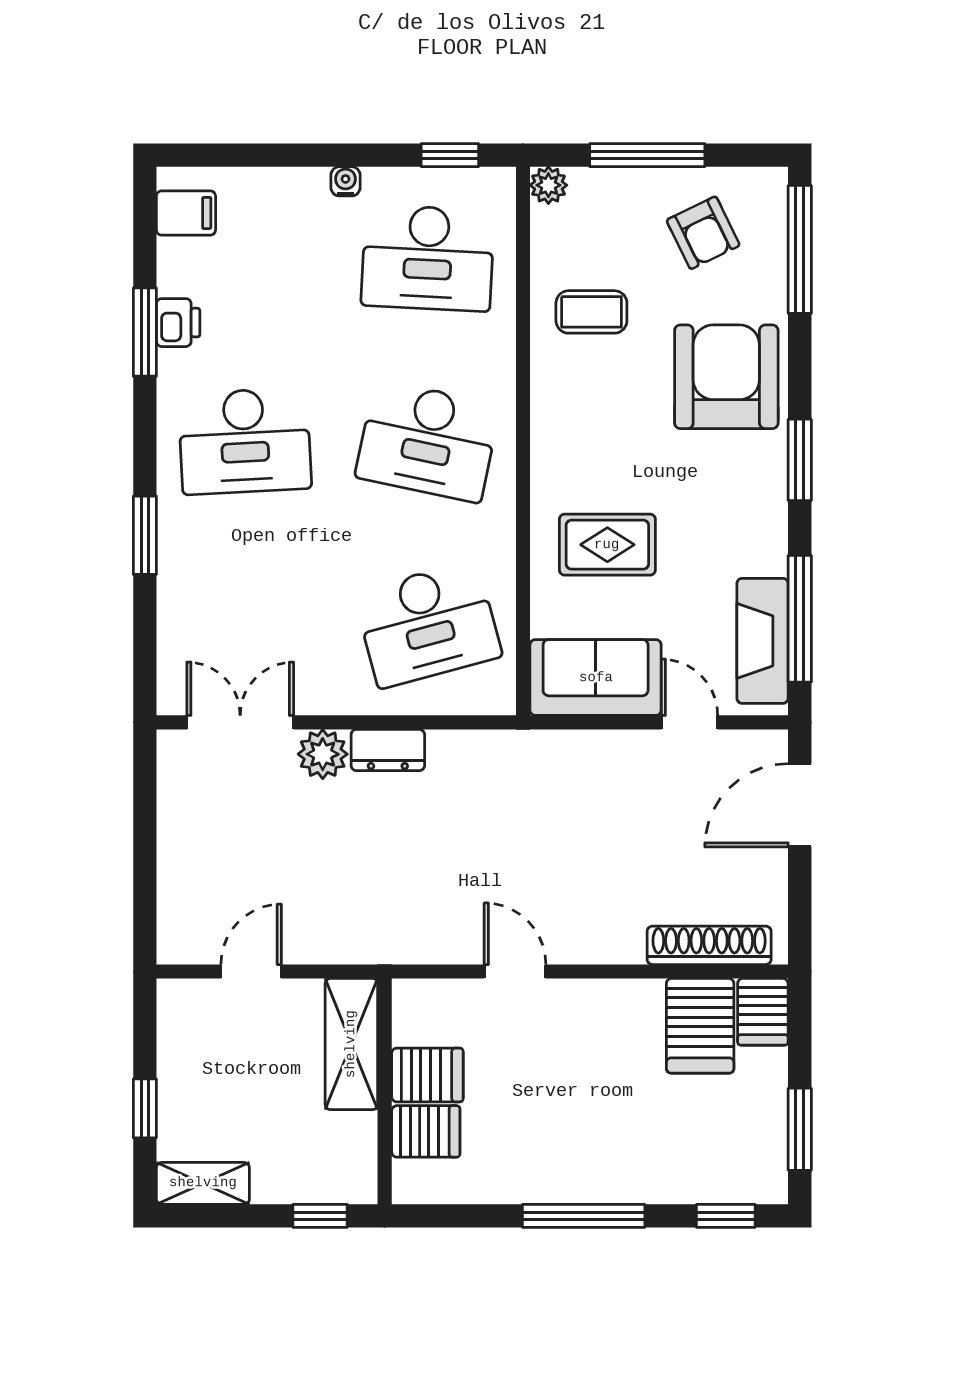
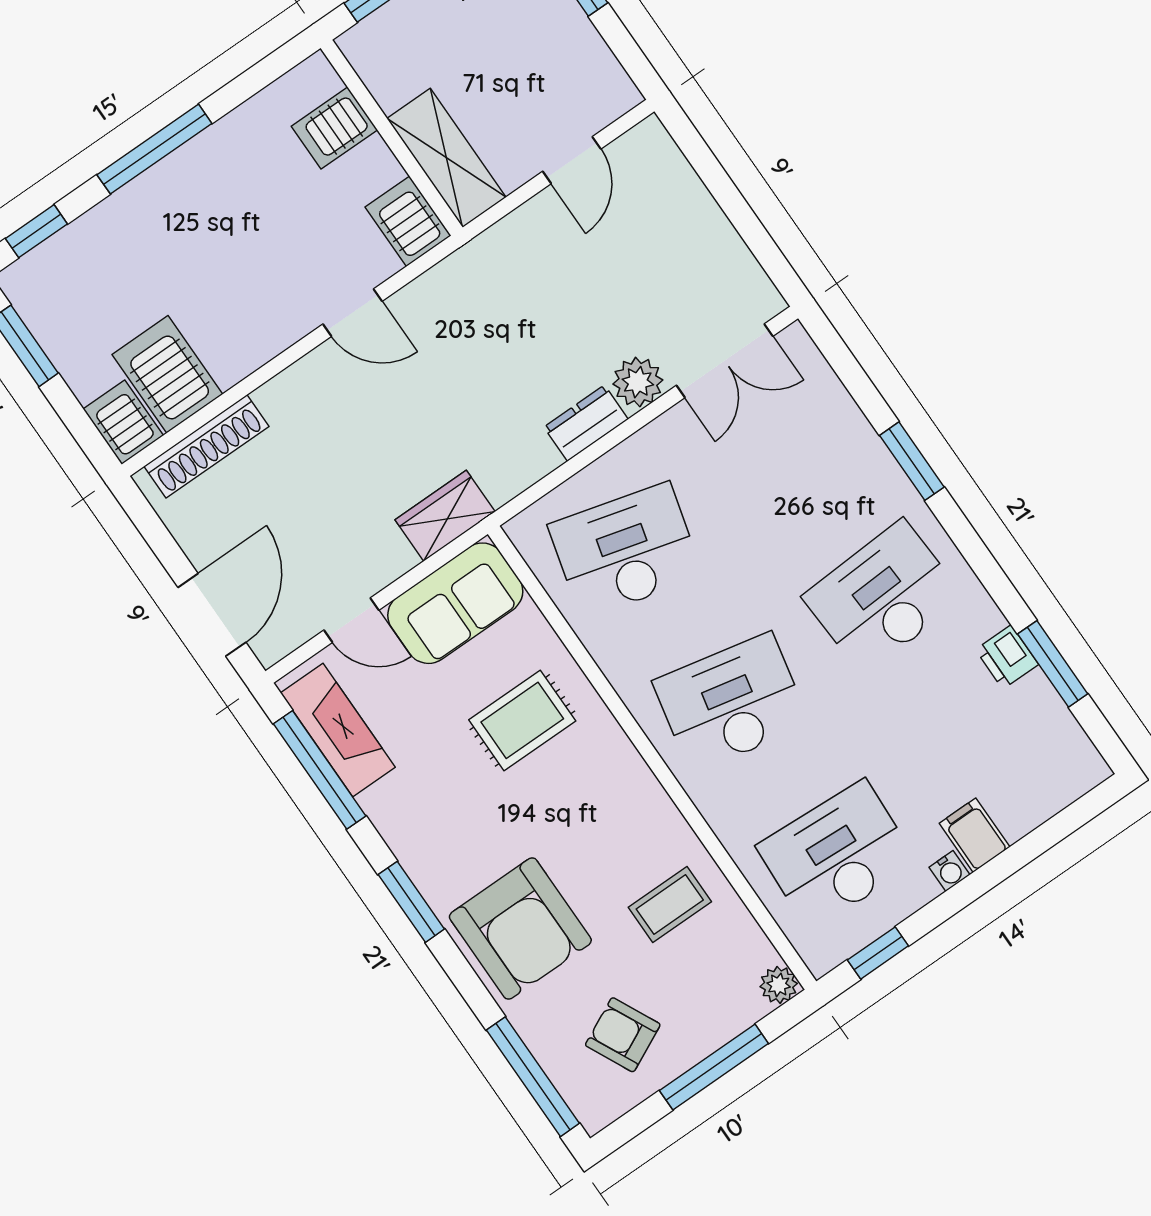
filing cabinet: (186, 213) -> (975, 835), moved, turned 90
window: (145, 332) -> (1053, 664), moved
desk: (428, 624) -> (625, 551), turned 30
wardrobe: (555, 754) -> (445, 516), added
server rack: (427, 1075) -> (408, 221), moved, turned 90

